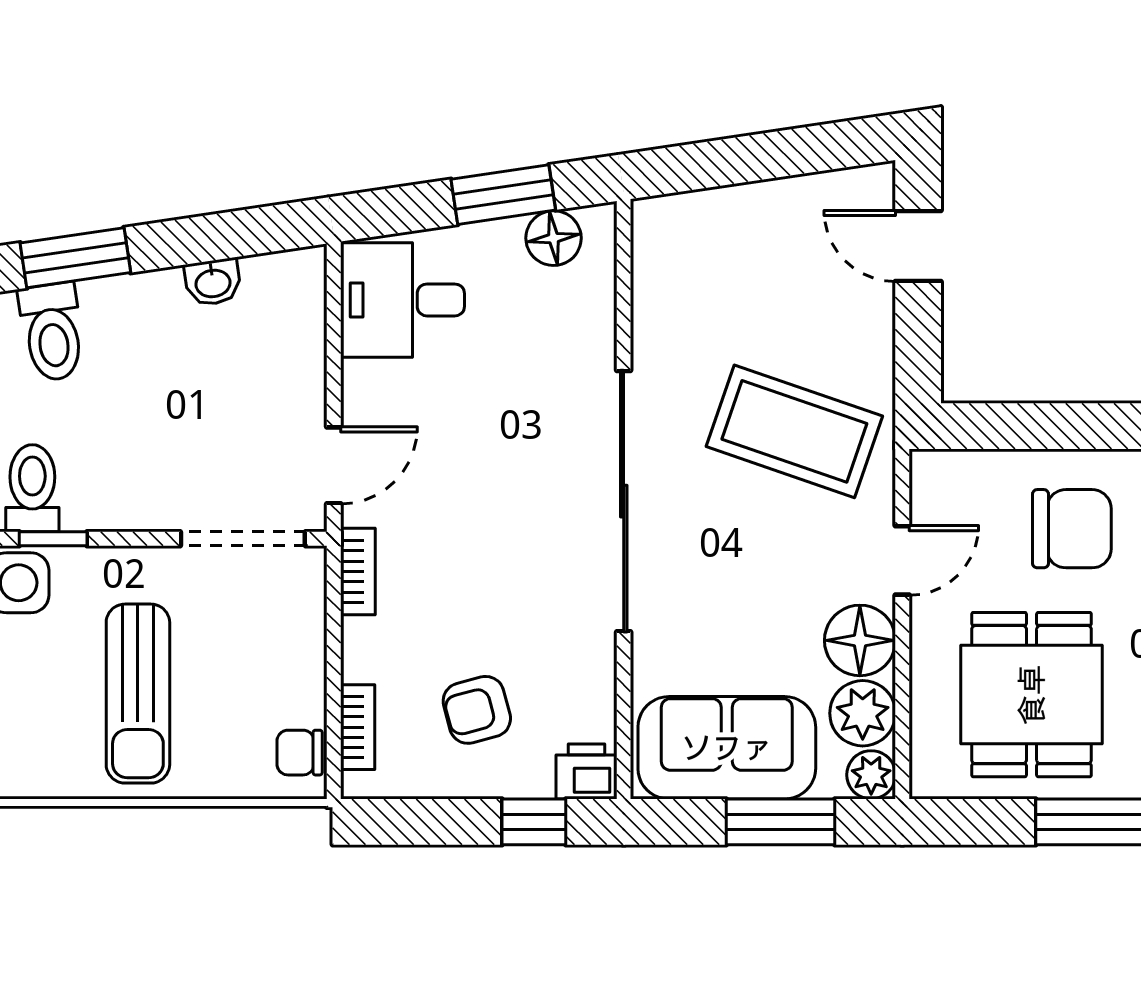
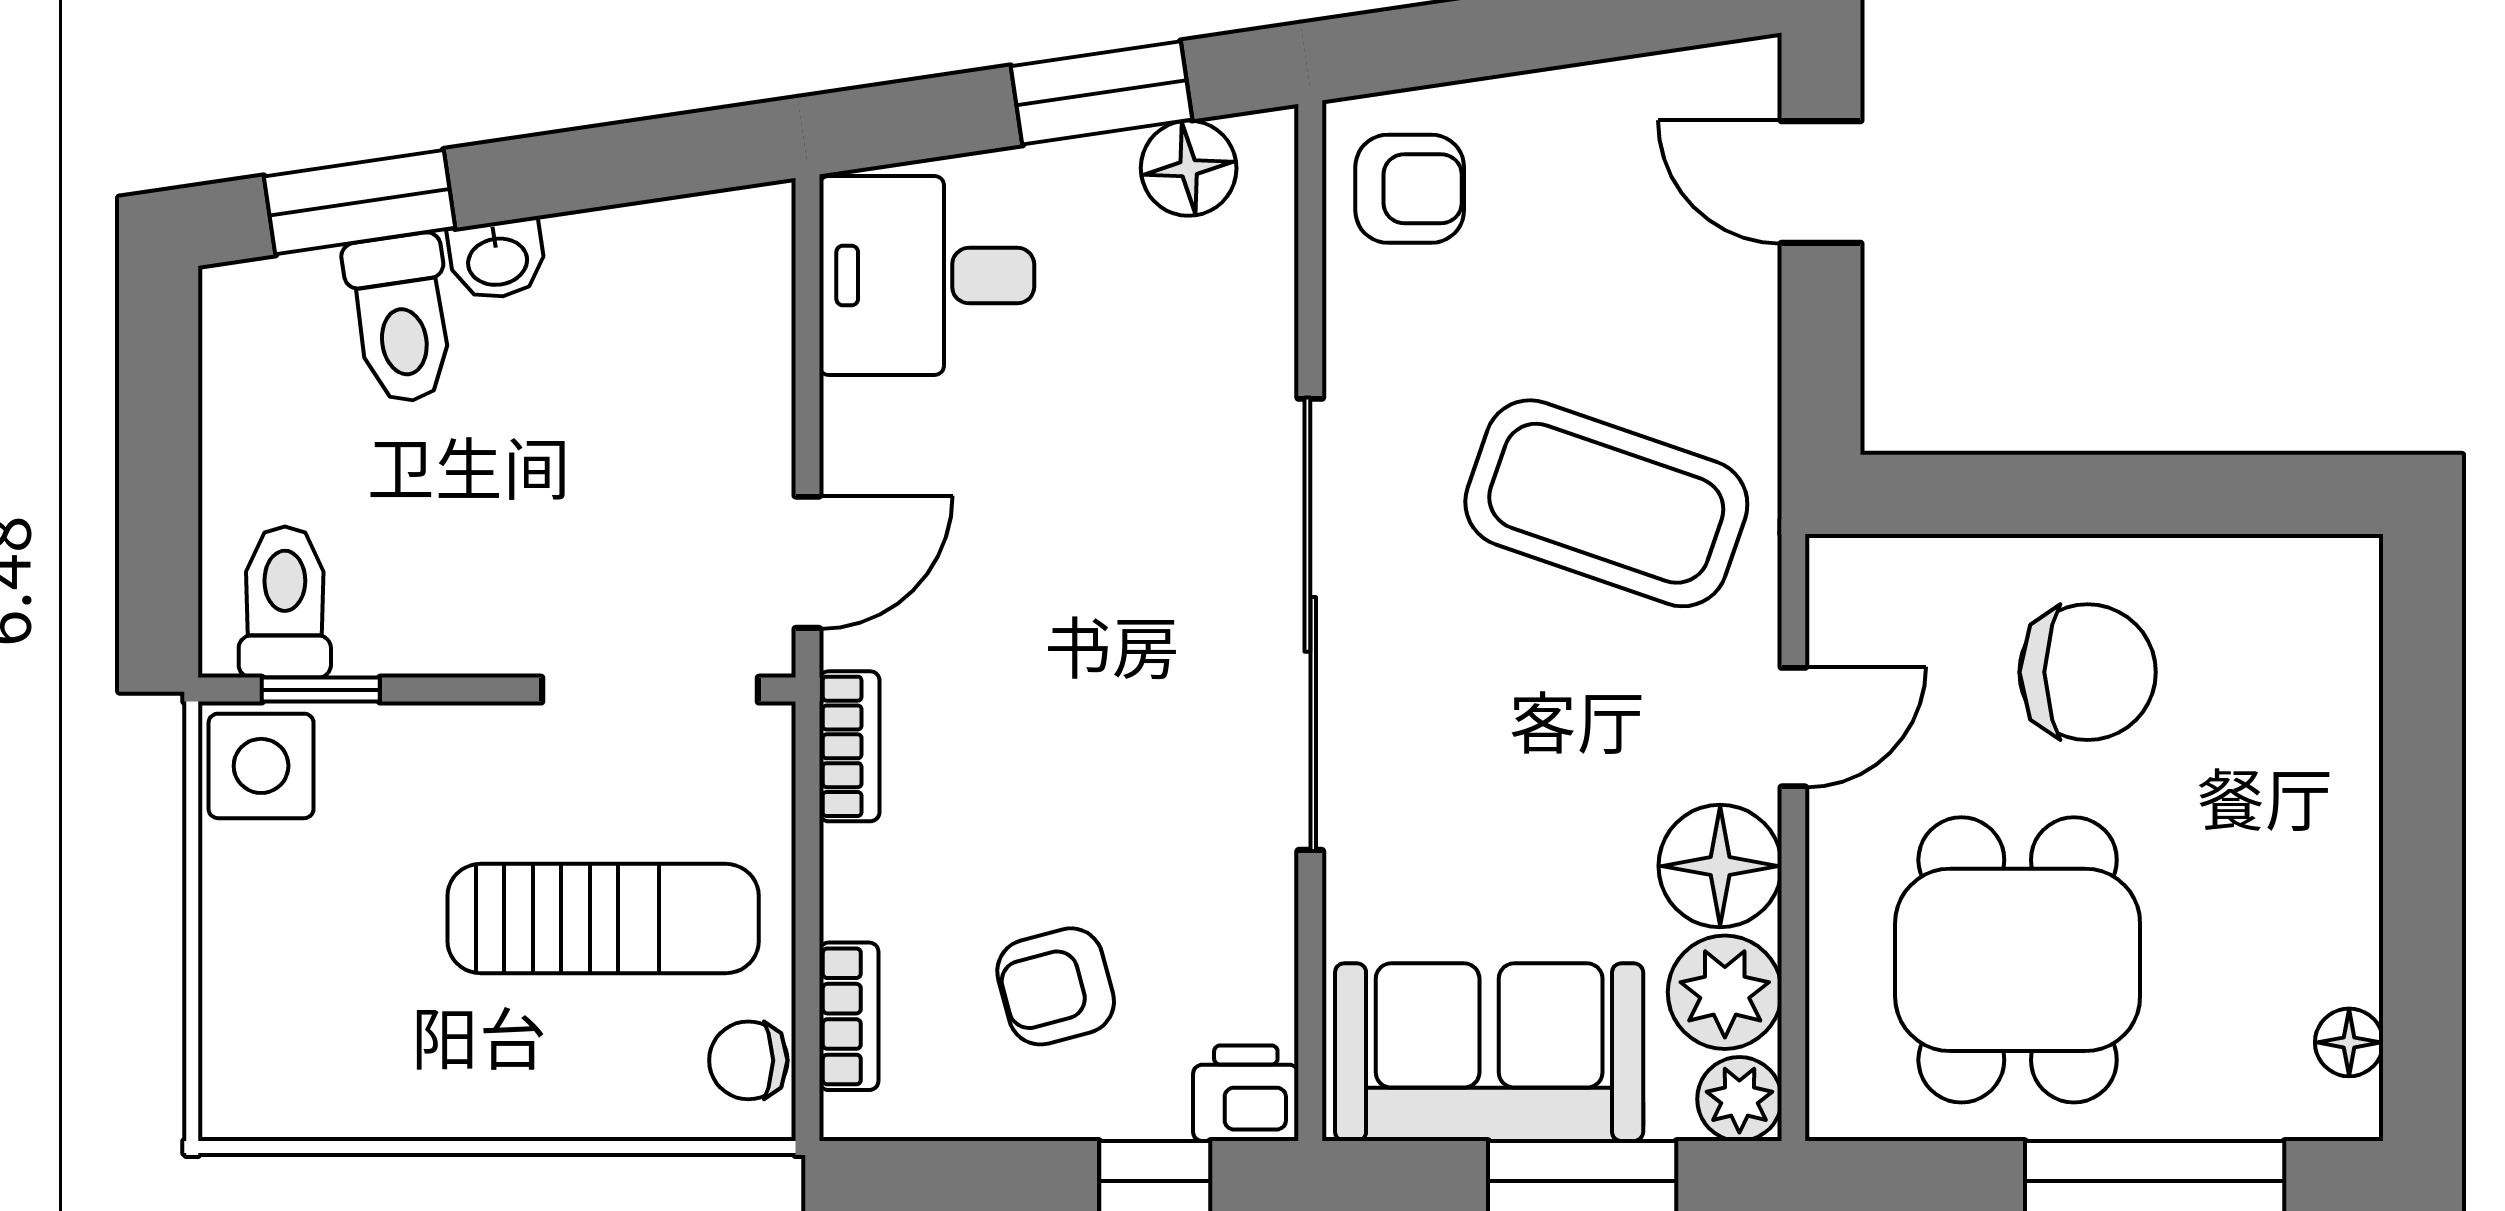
armchair: (681, 250) -> (1410, 189), added
washbasin: (213, 282) -> (497, 259), moved
toilet: (52, 332) -> (401, 319), moved
sun lounger: (138, 694) -> (603, 919), moved, turned -90

